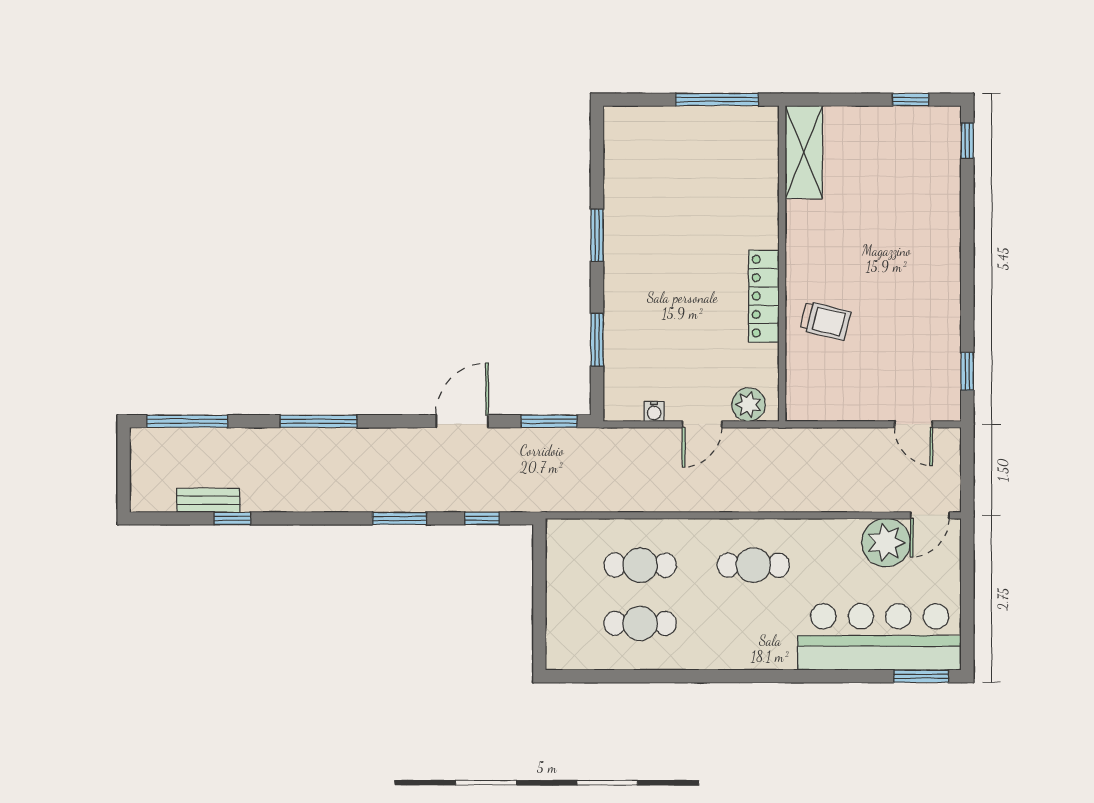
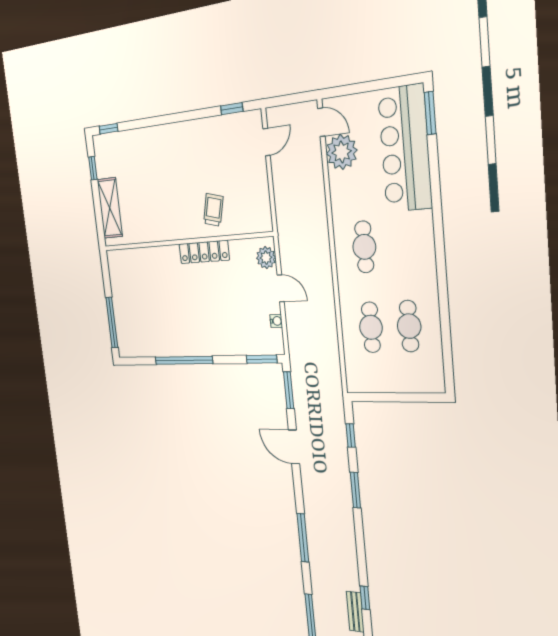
window: (717, 100) -> (112, 323), moved
shelving: (804, 152) -> (110, 208), moved, turned 90
window: (597, 235) -> (184, 360), width x2.11
window: (597, 340) -> (262, 359), moved

